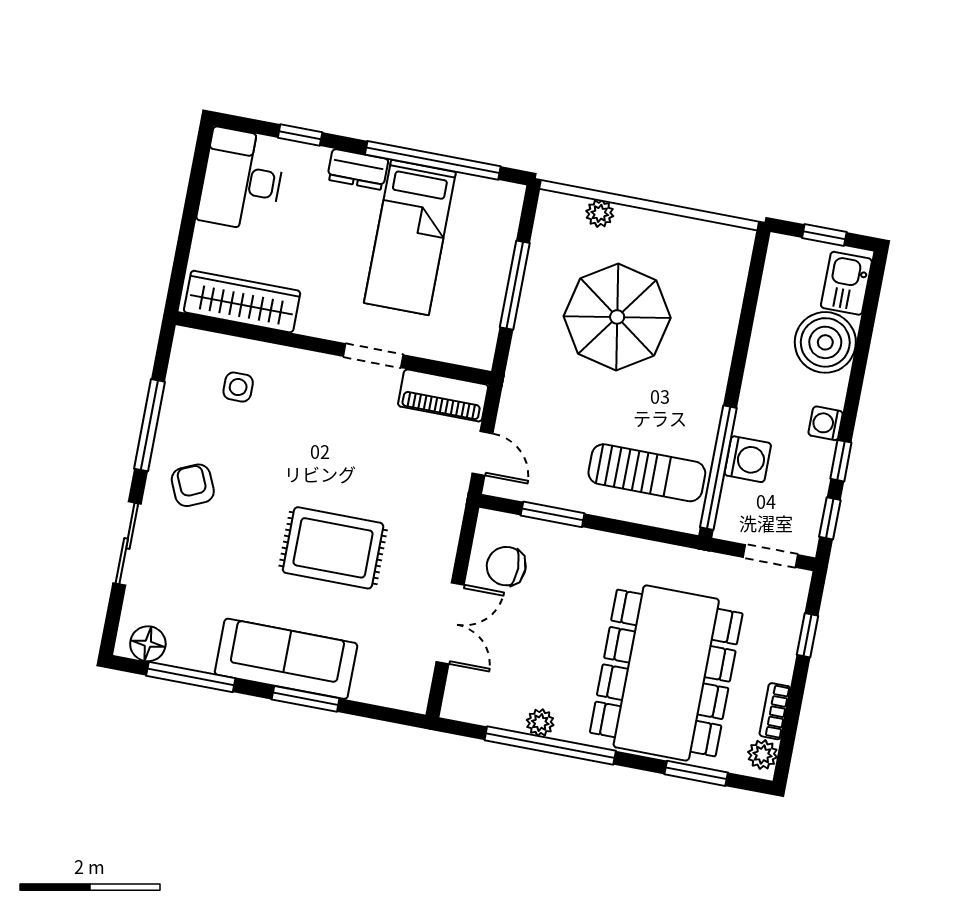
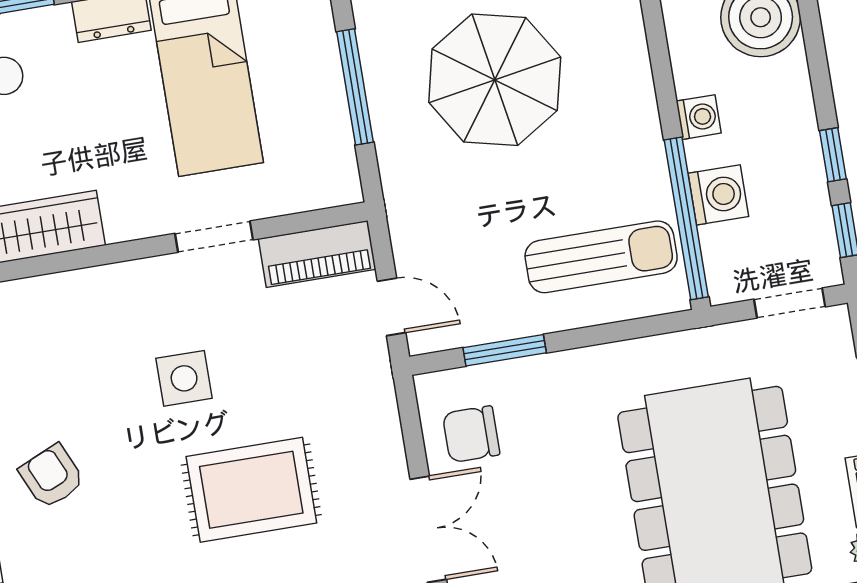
side table: (238, 387) -> (184, 378), moved, width x1.37, depth x1.37
washing machine: (826, 423) -> (699, 117), moved, turned 180

